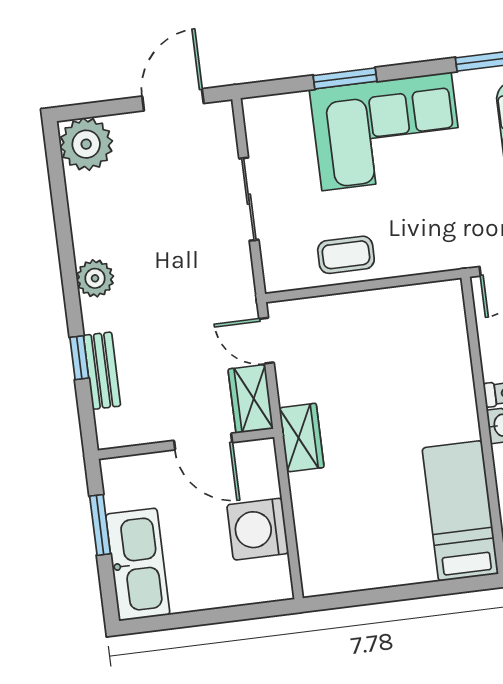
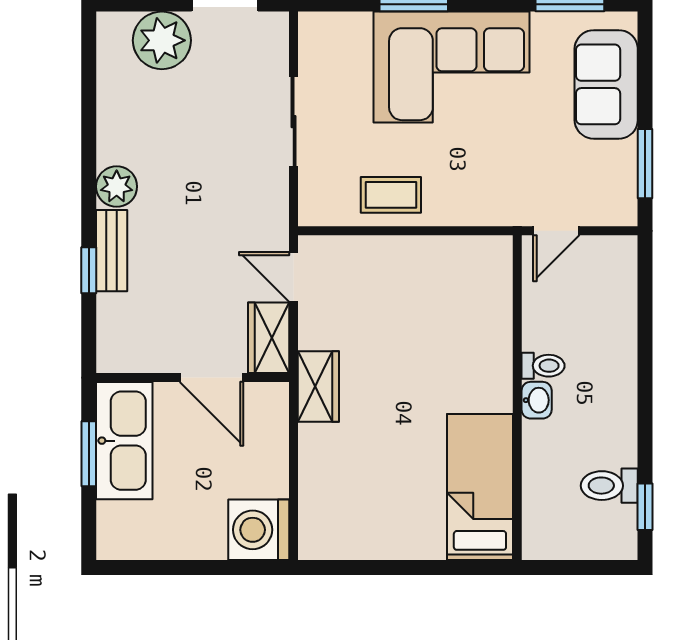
plant: (86, 144) -> (162, 40), moved
bench: (102, 371) -> (112, 251), moved
washing machine: (258, 529) -> (259, 530), moved
kitchen sink: (138, 564) -> (124, 441), moved

